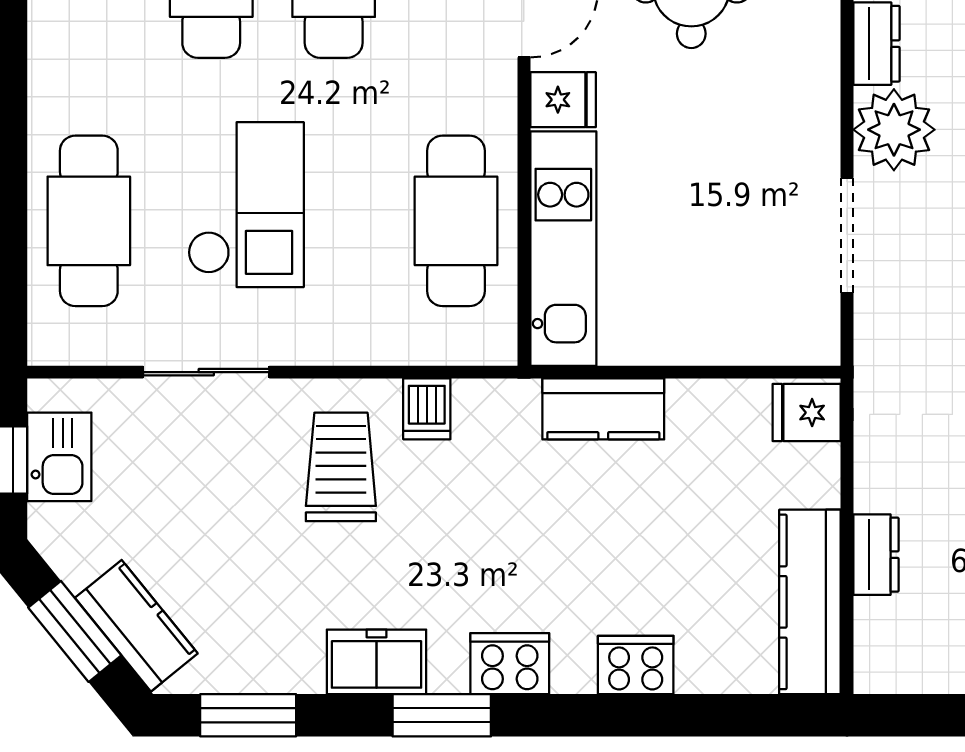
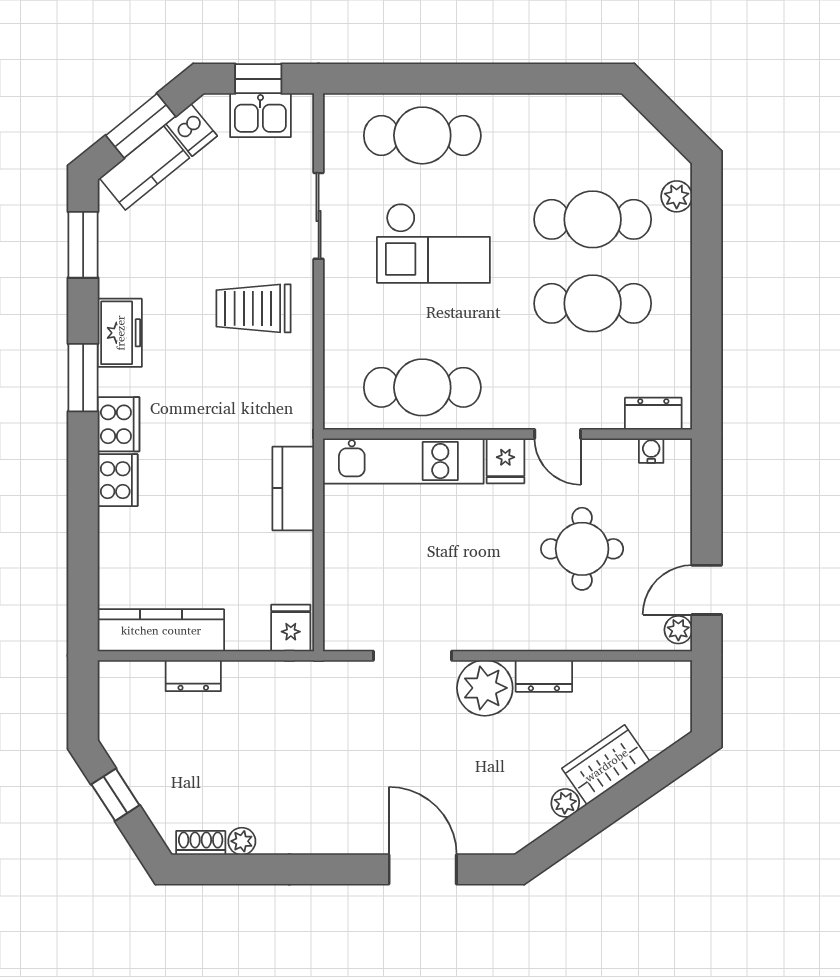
dishwasher: (427, 409) -> (192, 130), moved, turned -129
trolley: (341, 467) -> (253, 308), turned 180
cooker: (636, 665) -> (118, 480), moved

